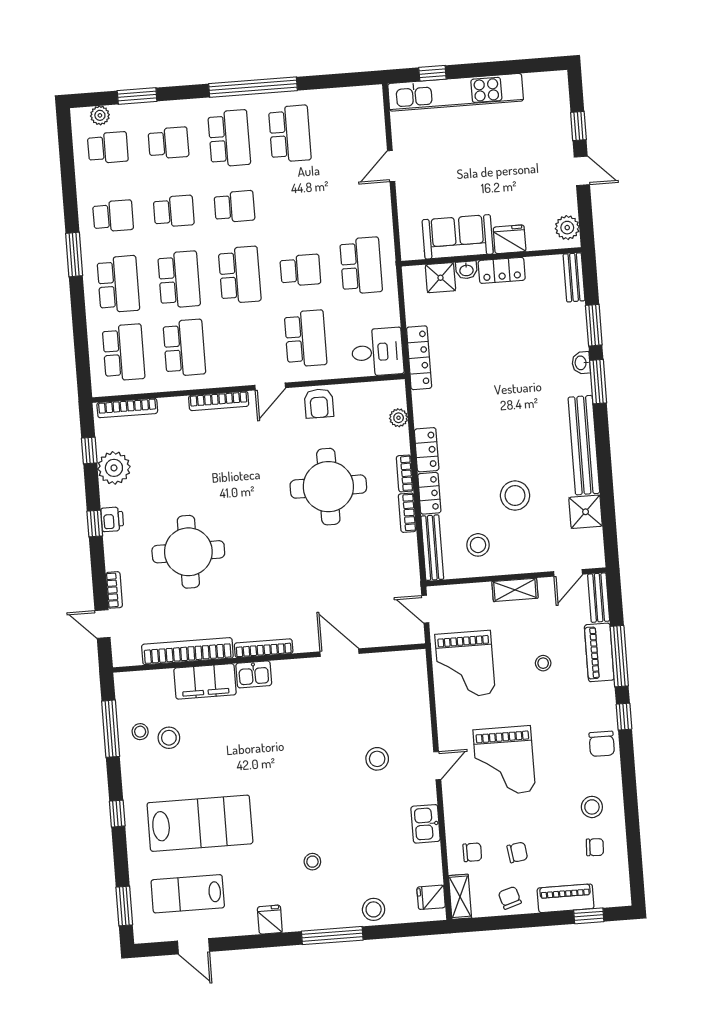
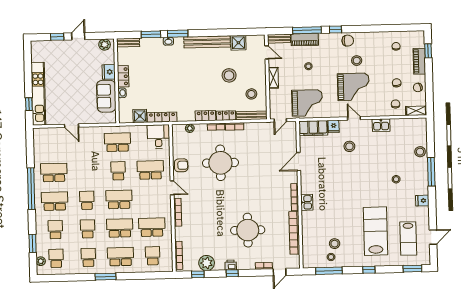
shower: (440, 278) -> (140, 116), moved
school desk: (124, 352) -> (153, 256), width x0.54
filing cabinet: (205, 681) -> (313, 128), moved, turned 90
stool: (592, 807) -> (357, 61), moved
fridge: (431, 897) -> (334, 127), moved

